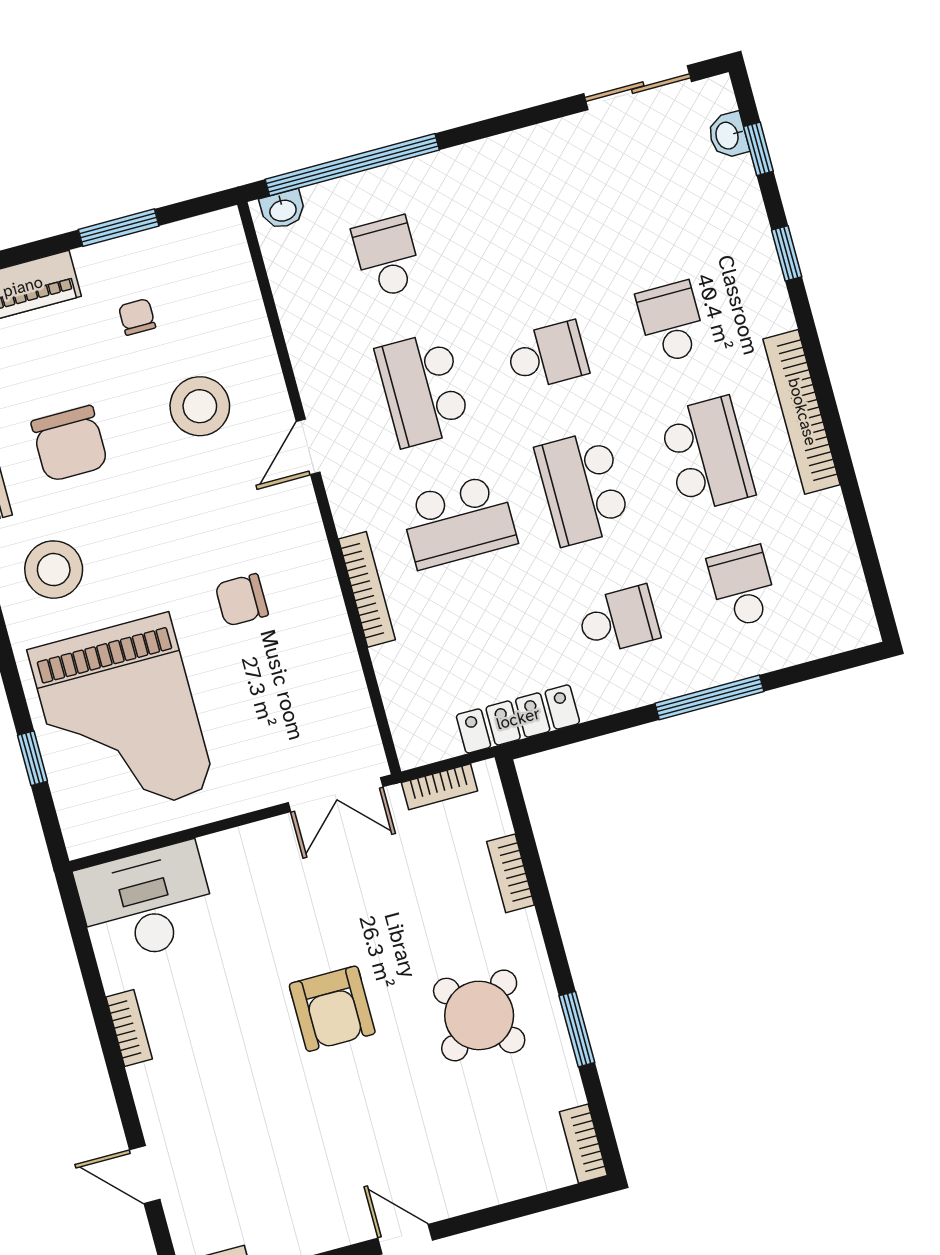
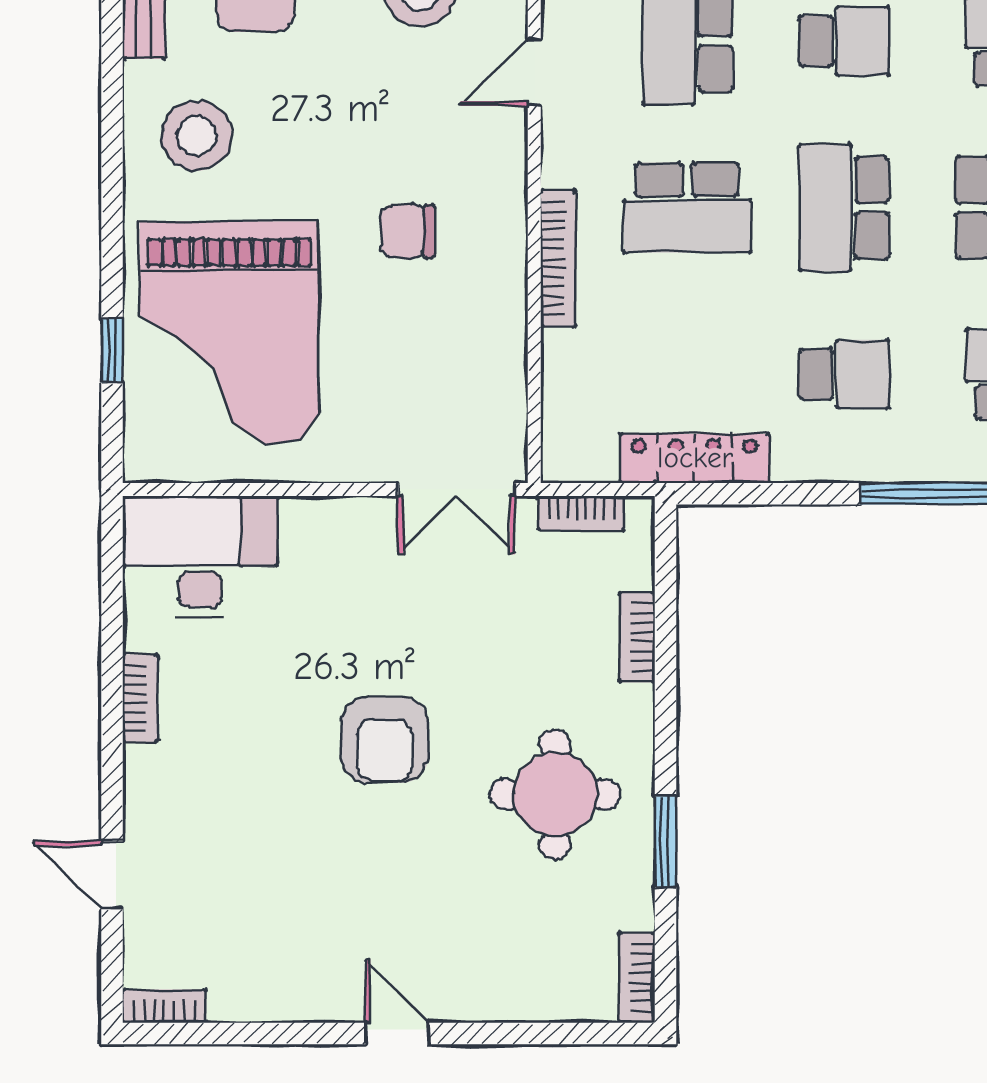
round table: (479, 1015) -> (555, 794), turned 38

